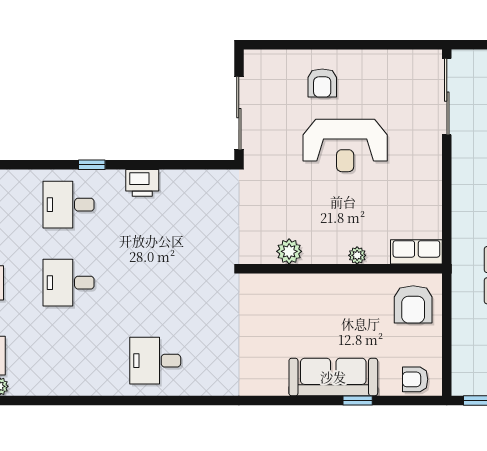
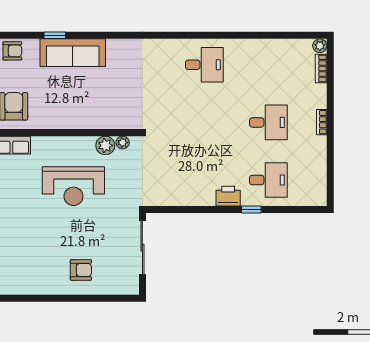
armchair: (322, 83) -> (81, 270), turned 90
reception desk: (345, 145) -> (73, 186), moved, turned 180
printer: (142, 183) -> (228, 196), moved
plant: (357, 255) -> (123, 143), moved

